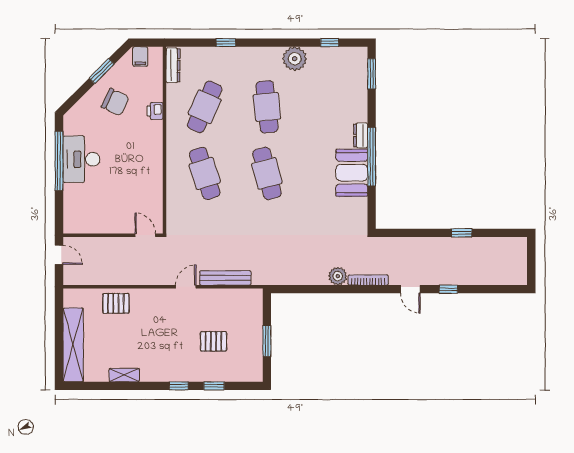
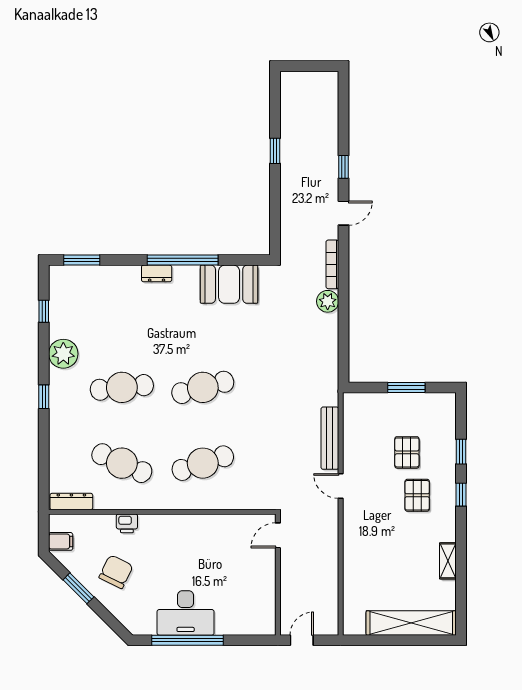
window: (226, 43) -> (44, 397), moved
booth: (352, 173) -> (229, 284), moved
pallet: (116, 303) -> (417, 495), moved

